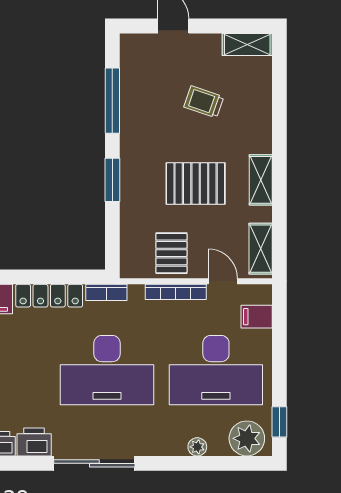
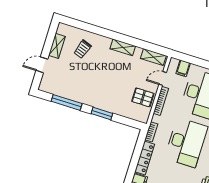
shelving: (247, 45) -> (57, 46), moved
trolley: (204, 102) -> (83, 49), moved
pallet: (196, 184) -> (115, 77), removed

